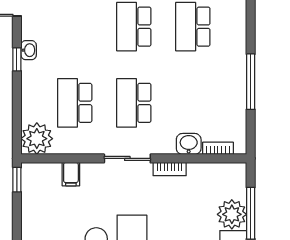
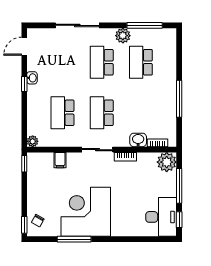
plant: (37, 139) -> (33, 141), width x0.53, depth x0.53
plant: (232, 214) -> (167, 162), moved

